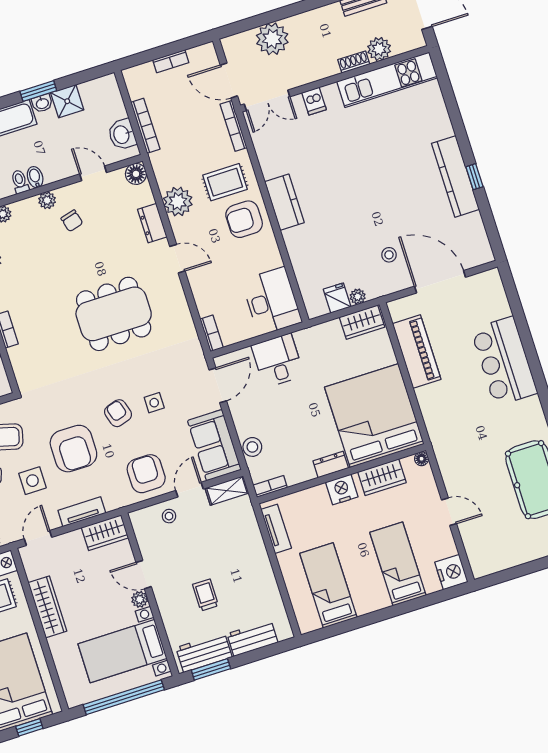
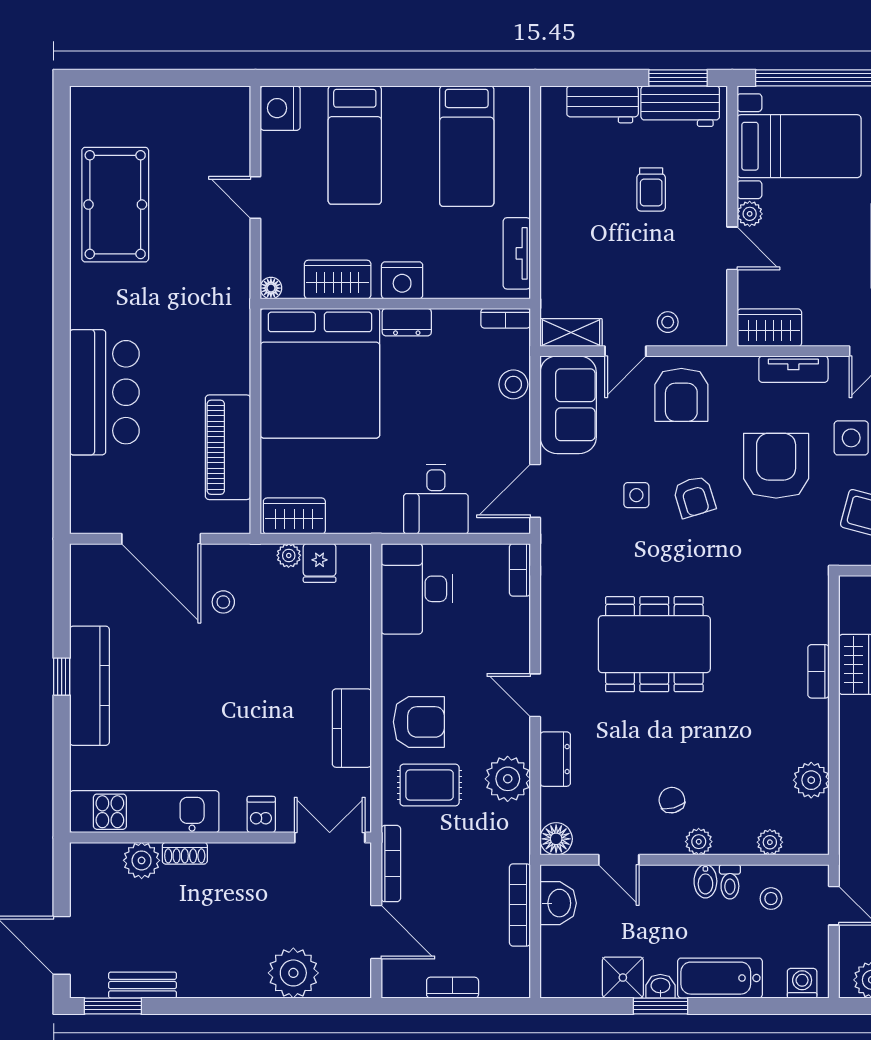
plant: (379, 49) -> (142, 860), moved
shoe rack: (354, 62) -> (185, 853), moved
wall: (335, 79) -> (221, 838), moved
kitchen unit: (387, 80) -> (144, 812), moved
double door: (267, 100) -> (330, 838), moved
dishwasher: (314, 101) -> (261, 815), moved

